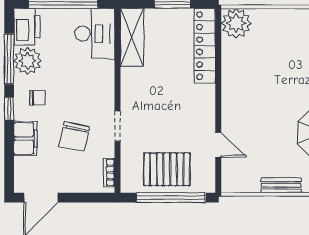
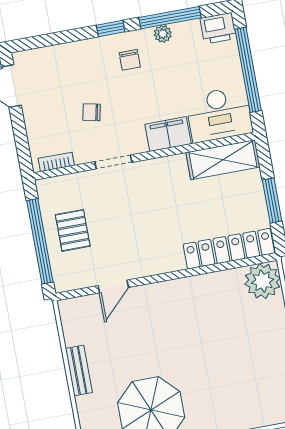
printer: (27, 27) -> (218, 28), width x0.73, depth x0.84
plant: (28, 61) -> (163, 34), width x0.53, depth x0.53
chair: (74, 137) -> (92, 112), width x0.54, depth x0.54
filing cabinet: (25, 138) -> (168, 134), moved, turned 180
pallet: (167, 169) -> (73, 230), width x0.67, depth x0.71

